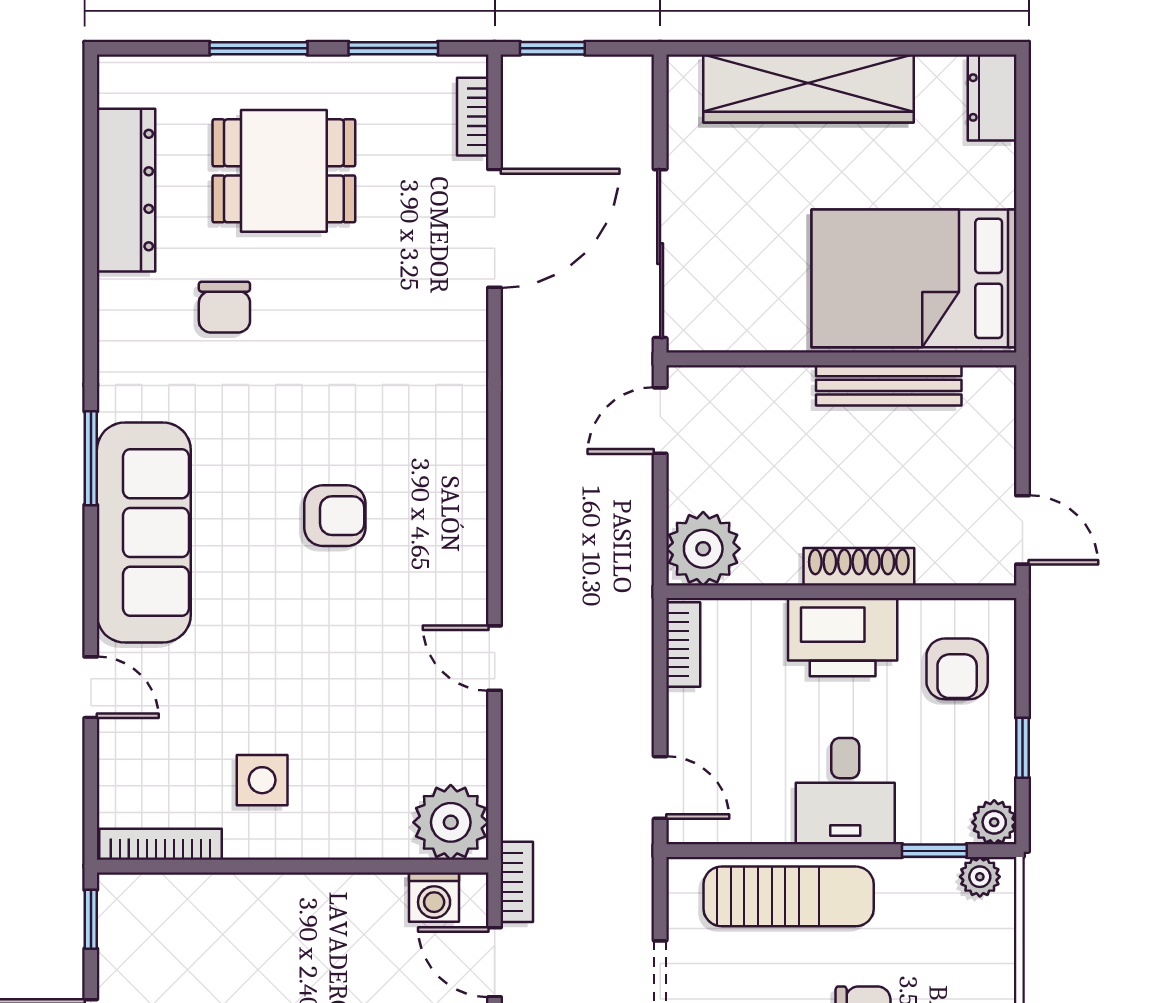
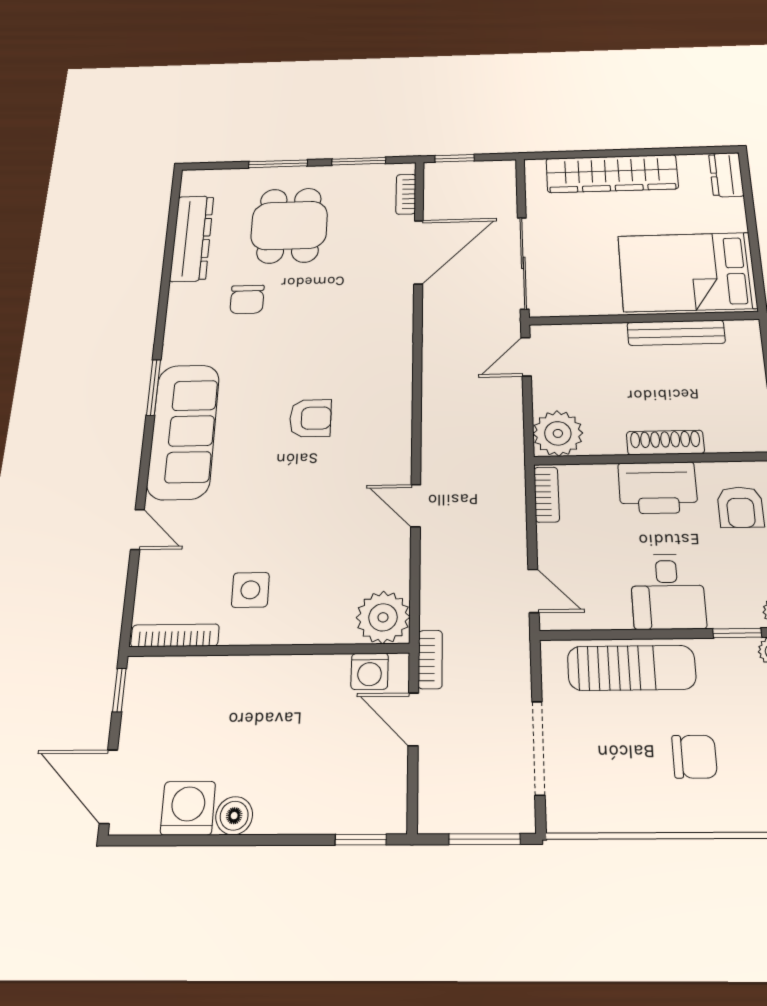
dining table: (284, 171) -> (289, 225), turned 90

